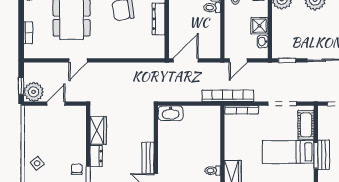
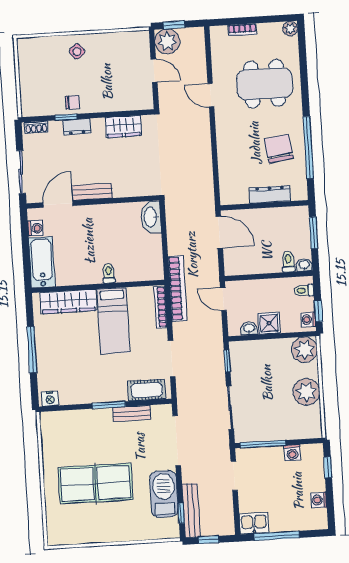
bed: (288, 152) -> (113, 321), moved, turned 180
bench: (324, 155) -> (132, 413), moved
dresser: (96, 156) -> (77, 127), moved
toilet: (213, 171) -> (109, 273), moved

